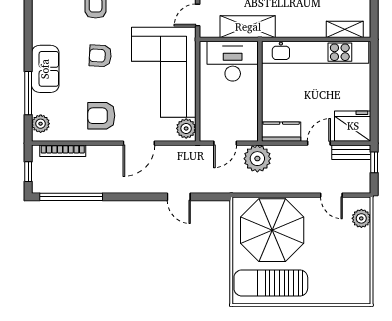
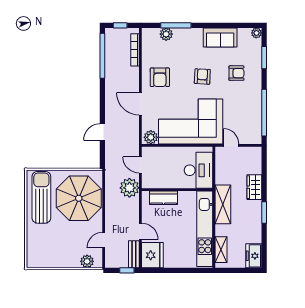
shelving: (248, 27) -> (223, 204), moved
sofa: (45, 69) -> (220, 37), moved
armchair: (101, 116) -> (160, 77), turned 180
plant: (41, 124) -> (166, 34), moved
kitchen counter: (281, 132) -> (164, 198), moved, turned 90

